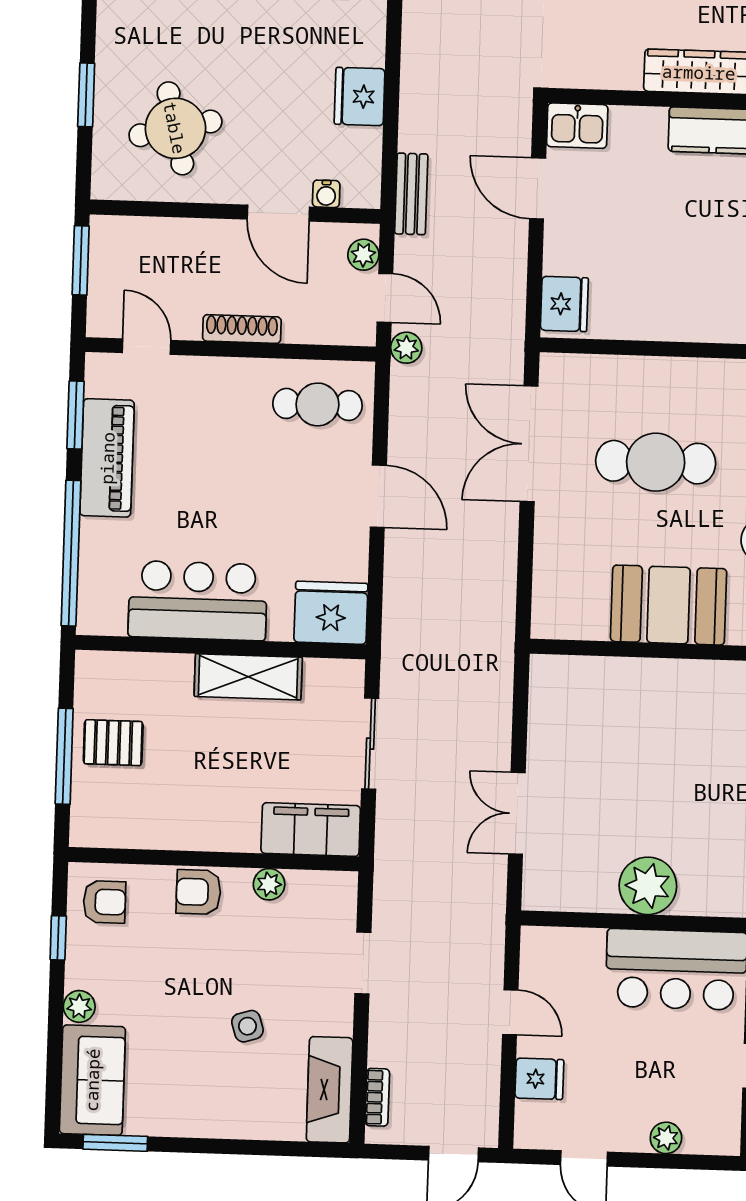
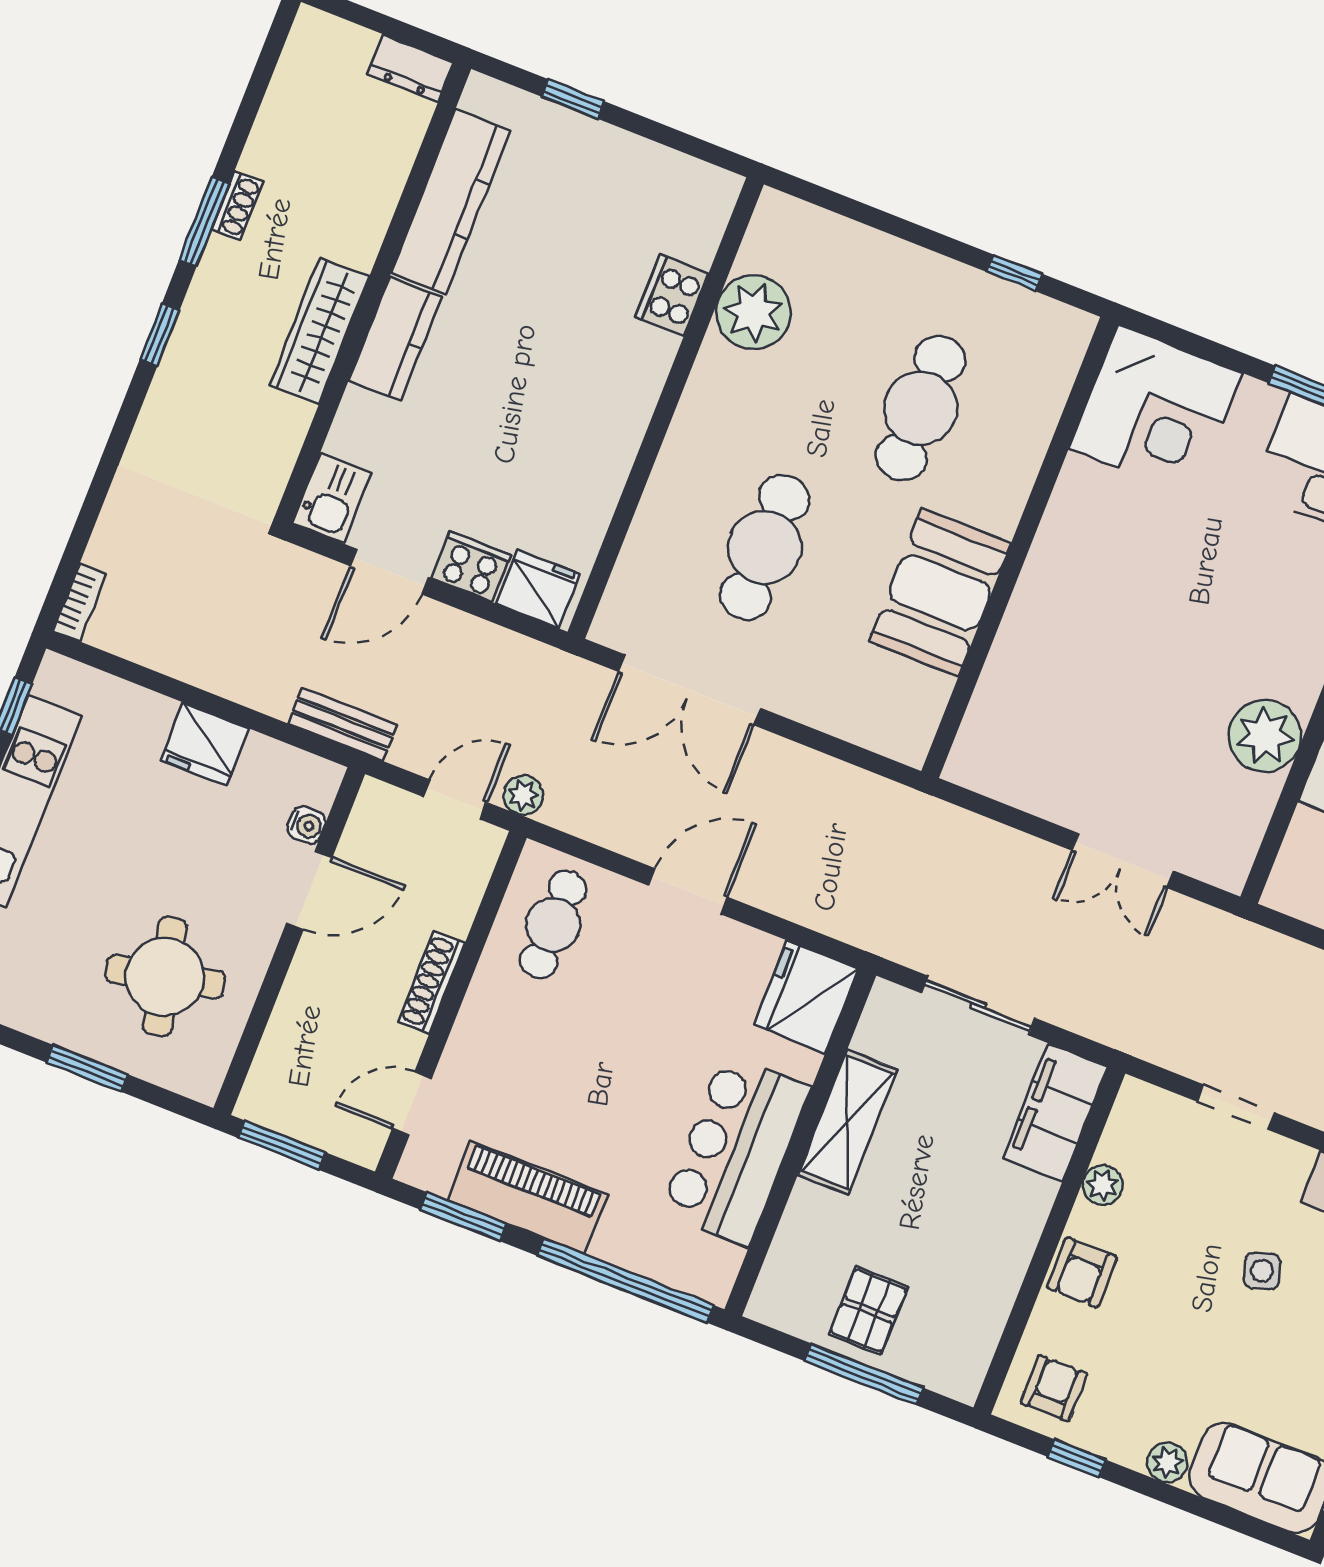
cooker: (563, 248) -> (471, 567), added
plant: (363, 255) -> (395, 807), removed

